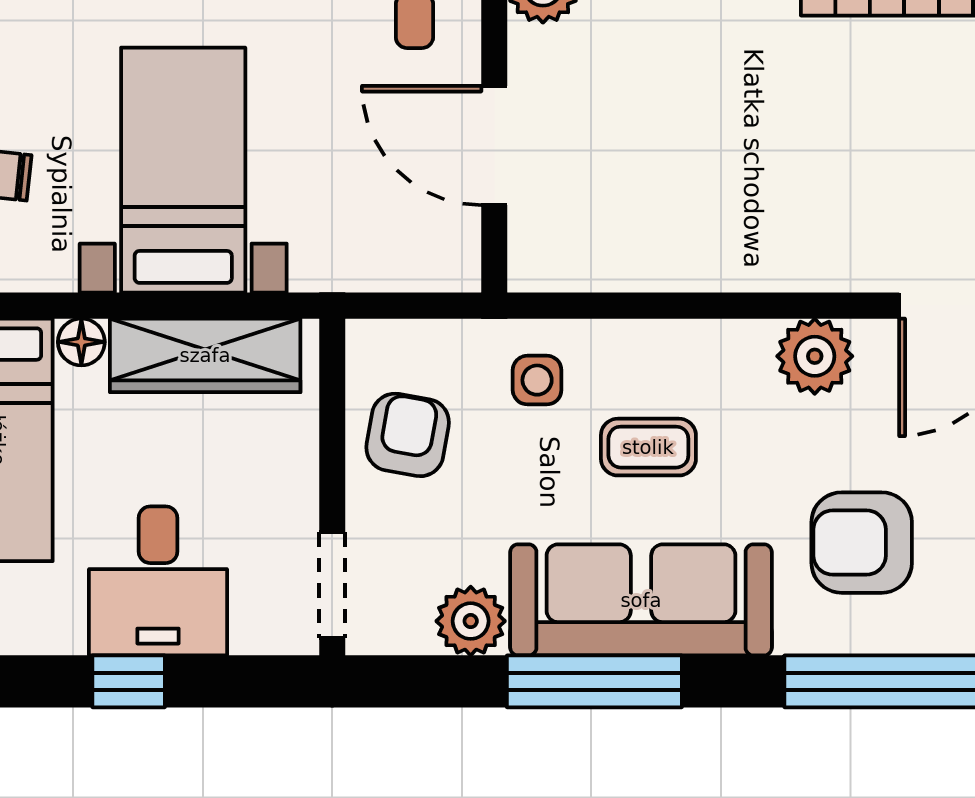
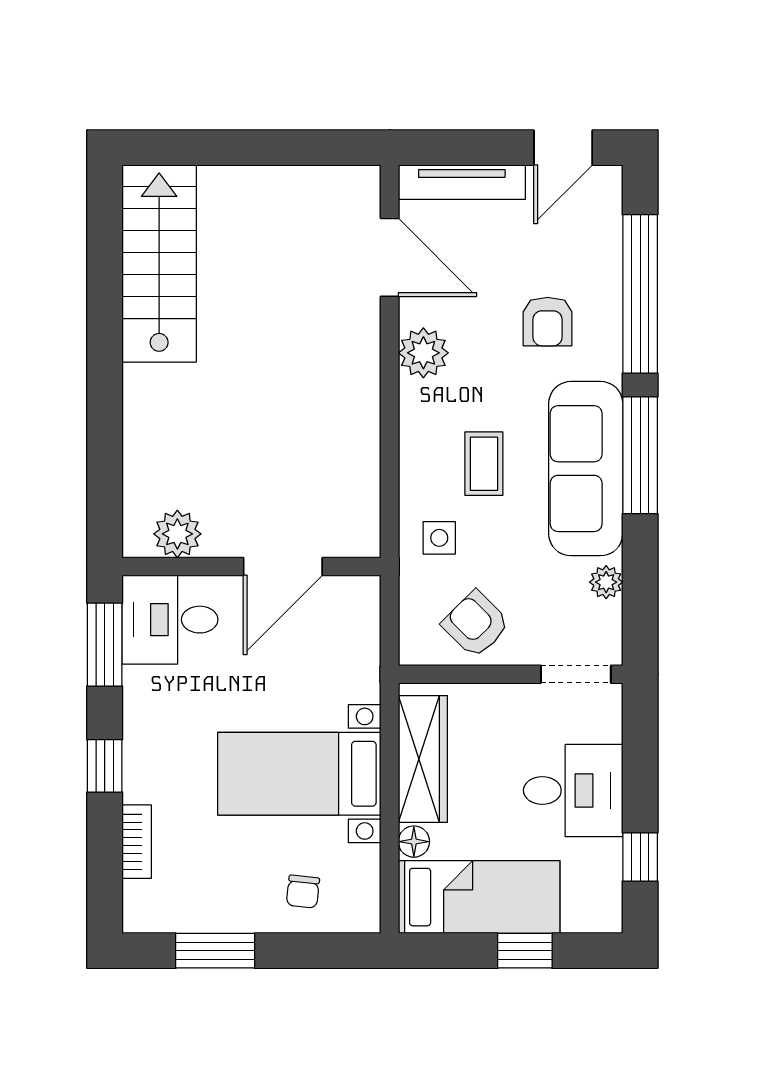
armchair: (408, 435) -> (476, 624), turned 35
armchair: (862, 543) -> (548, 322), width x0.72, depth x0.72
plant: (471, 621) -> (606, 582), width x0.73, depth x0.73
window: (129, 681) -> (640, 857), moved
window: (594, 681) -> (640, 455), moved

